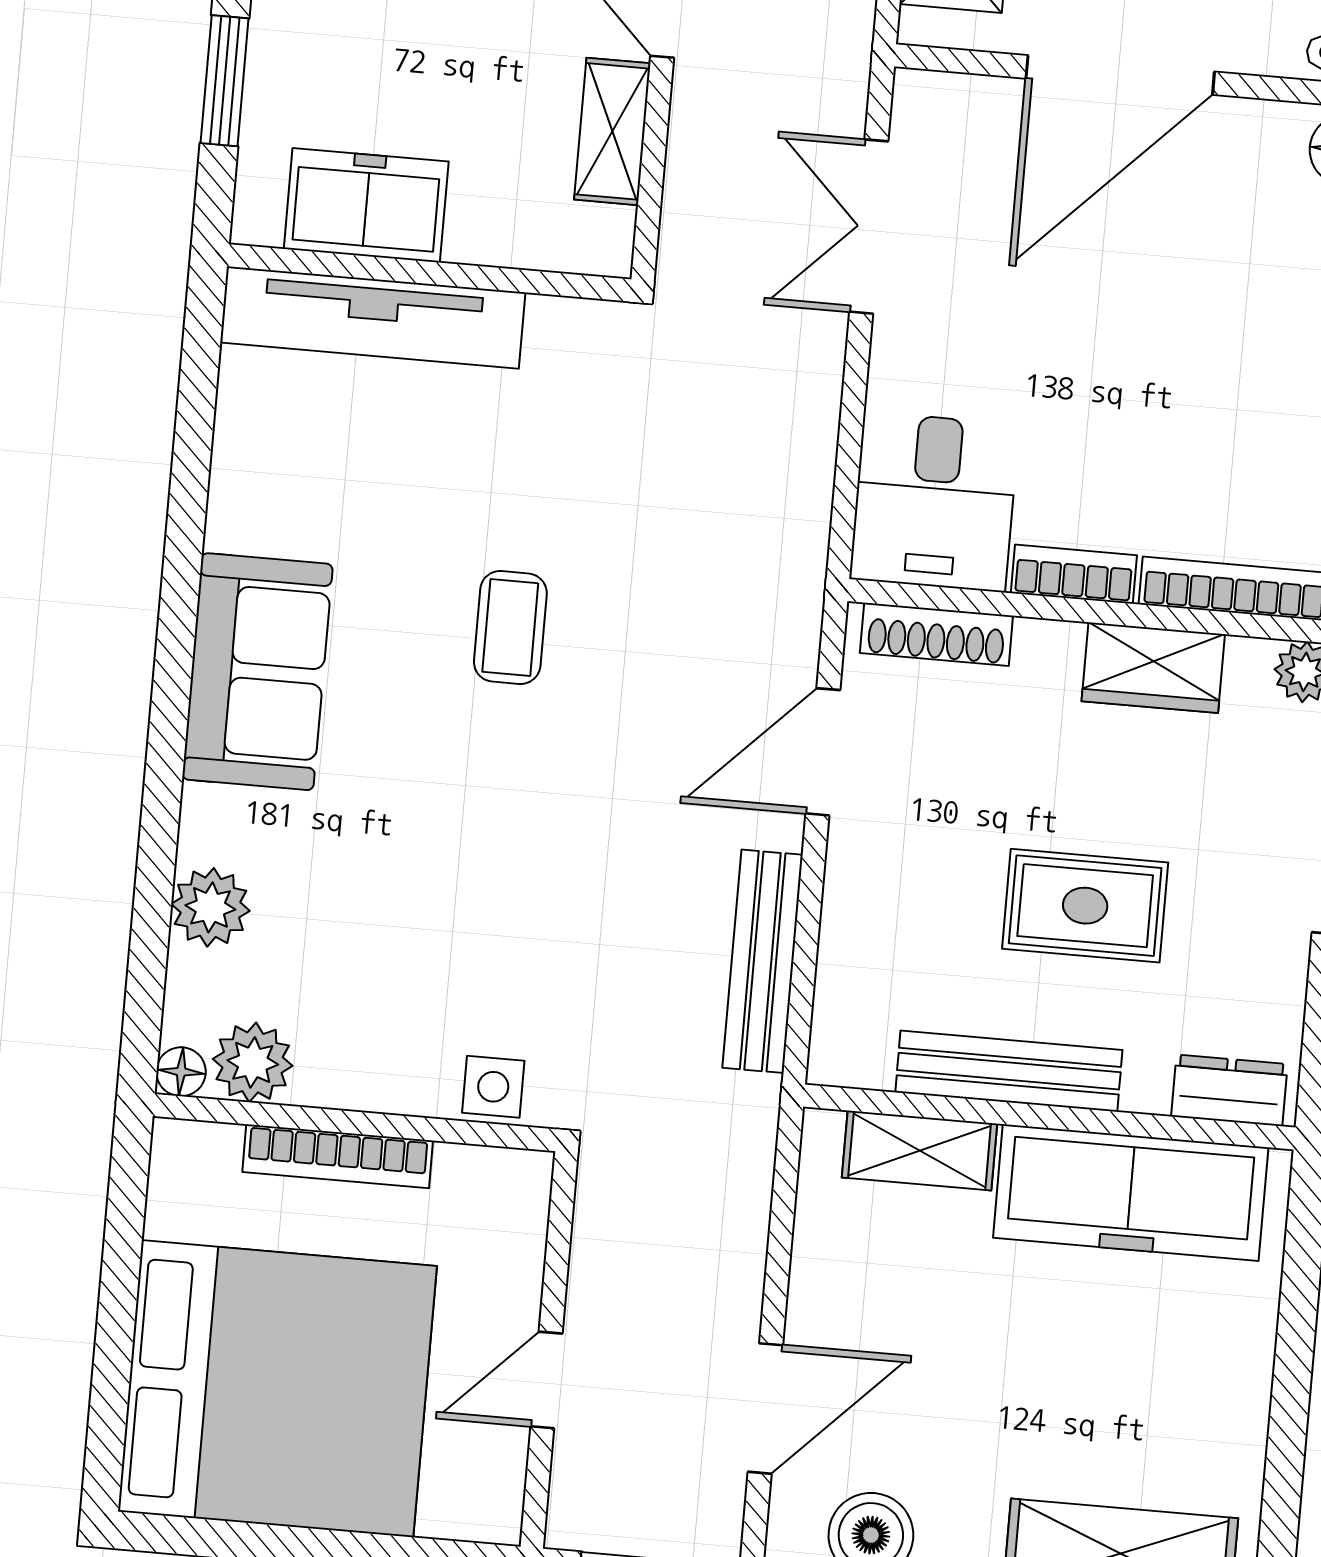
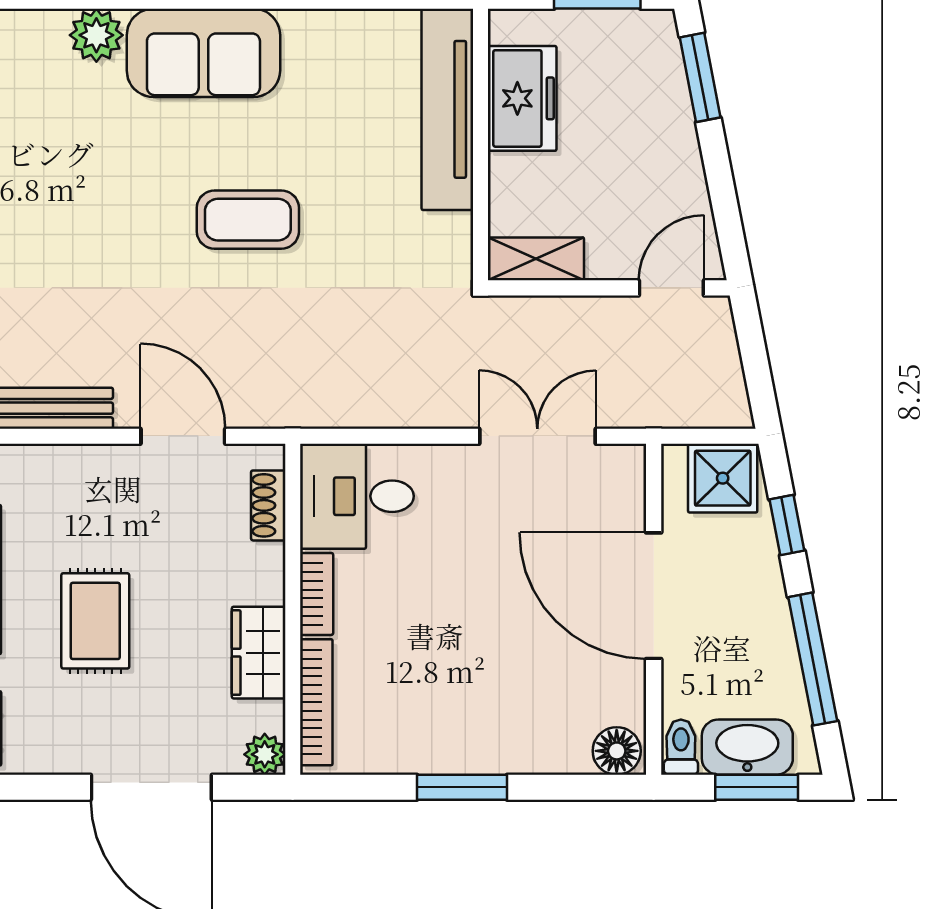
shelving: (612, 131) -> (536, 259), moved
coffee table: (510, 627) -> (248, 220), width x1.36, depth x1.30
shoe rack: (936, 634) -> (268, 505), width x0.70
plant: (210, 907) -> (96, 35), moved

